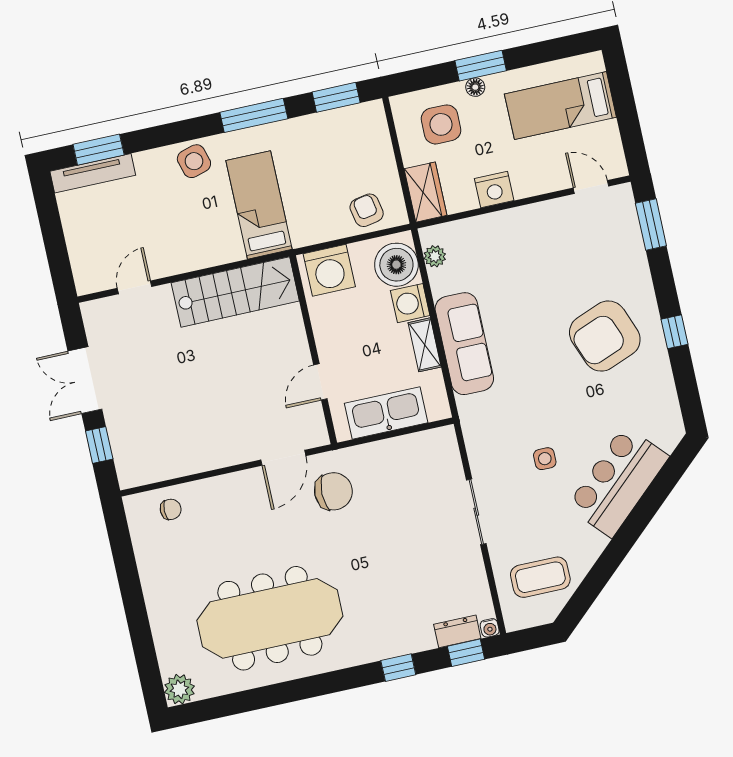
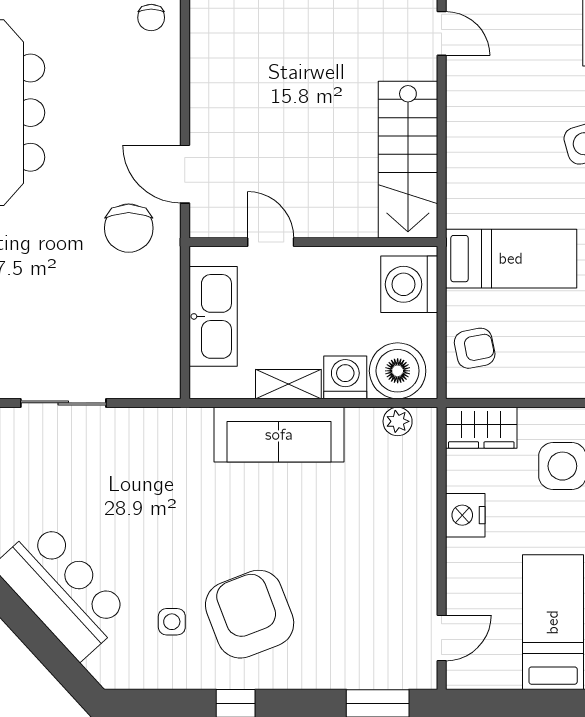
bed: (259, 205) -> (511, 259), moved
side table: (545, 459) -> (172, 622), moved

